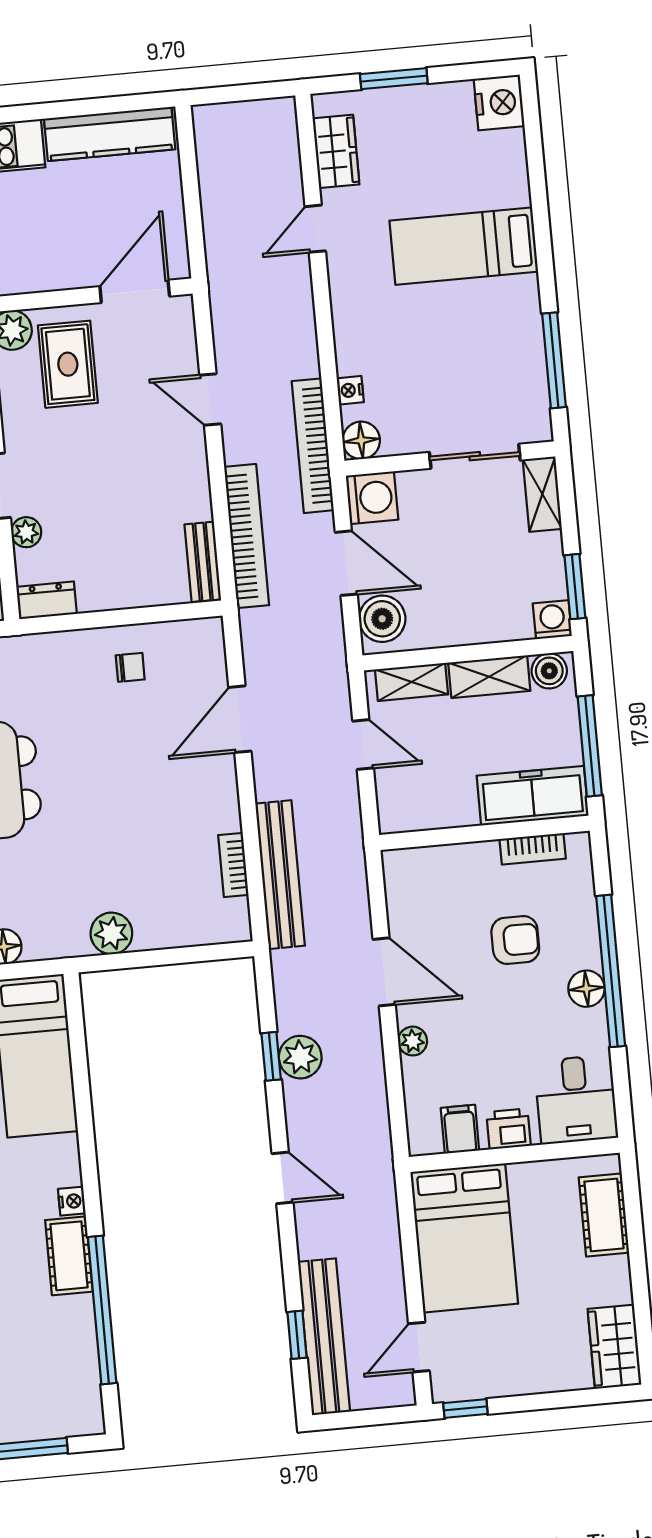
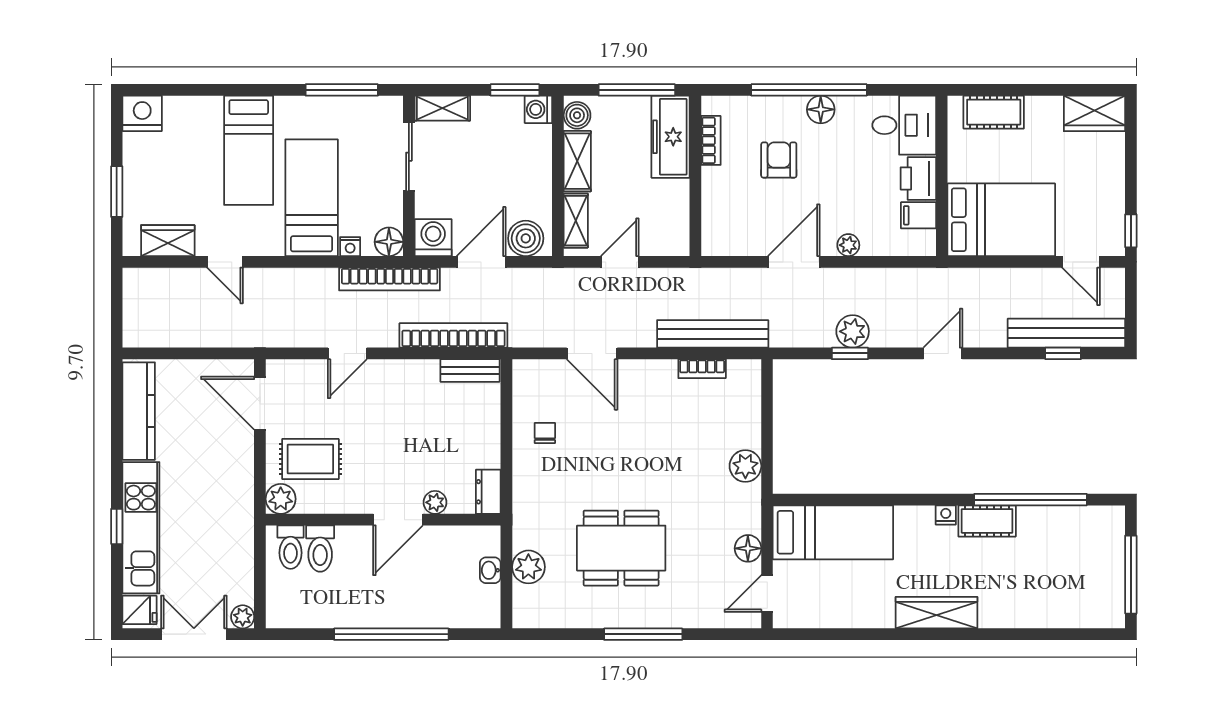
bed: (409, 334) -> (312, 198), added
printer: (509, 1129) -> (918, 178), width x1.36, depth x1.24

